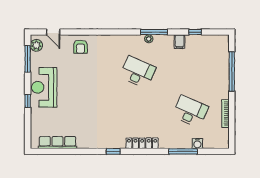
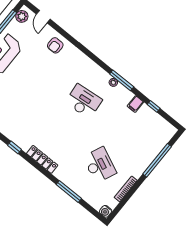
desk: (138, 72) -> (84, 101), turned -30
water cooler: (197, 144) -> (106, 211), moved

